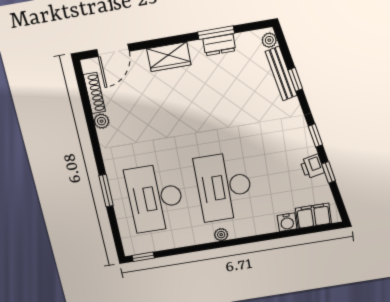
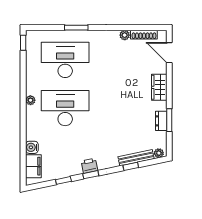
printer: (312, 166) -> (89, 166), moved

